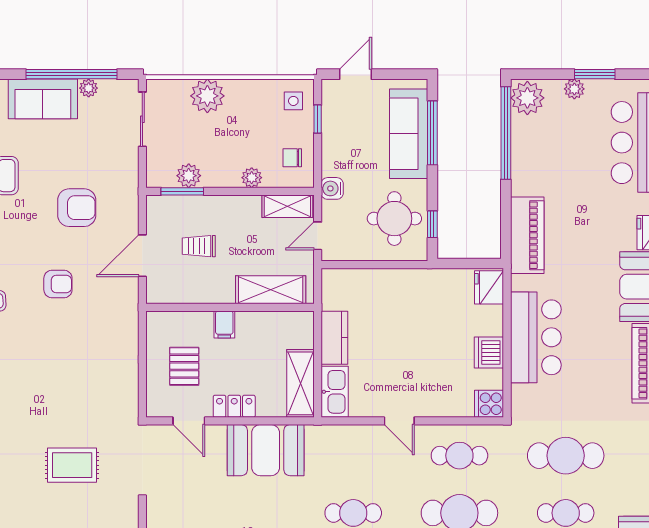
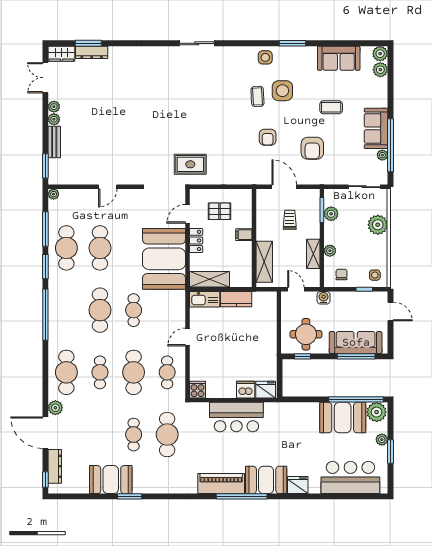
booth: (537, 156) -> (343, 418), added
shelving: (287, 206) -> (313, 254), moved
piano: (527, 235) -> (296, 412), removed
dishwasher: (489, 352) -> (246, 390), moved
booth: (266, 450) -> (164, 259), width x1.36, depth x1.42
rug: (72, 465) -> (190, 164), moved, turned 90

